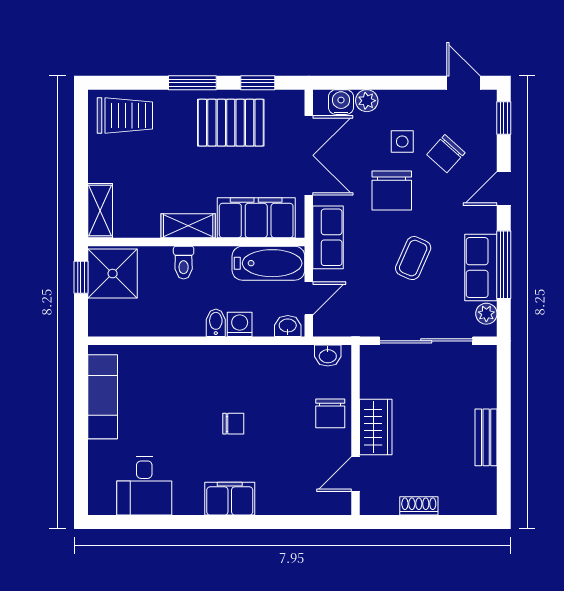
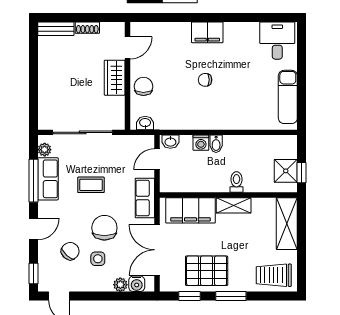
shelving: (100, 211) -> (287, 224), width x1.50, depth x1.33
coffee table: (413, 258) -> (91, 185), turned 66
bathtub: (268, 263) -> (183, 182), removed
shower: (113, 274) -> (286, 171), width x0.73, depth x0.73
bench: (486, 437) -> (56, 29), moved, turned 90
desk: (144, 486) -> (277, 41), moved

